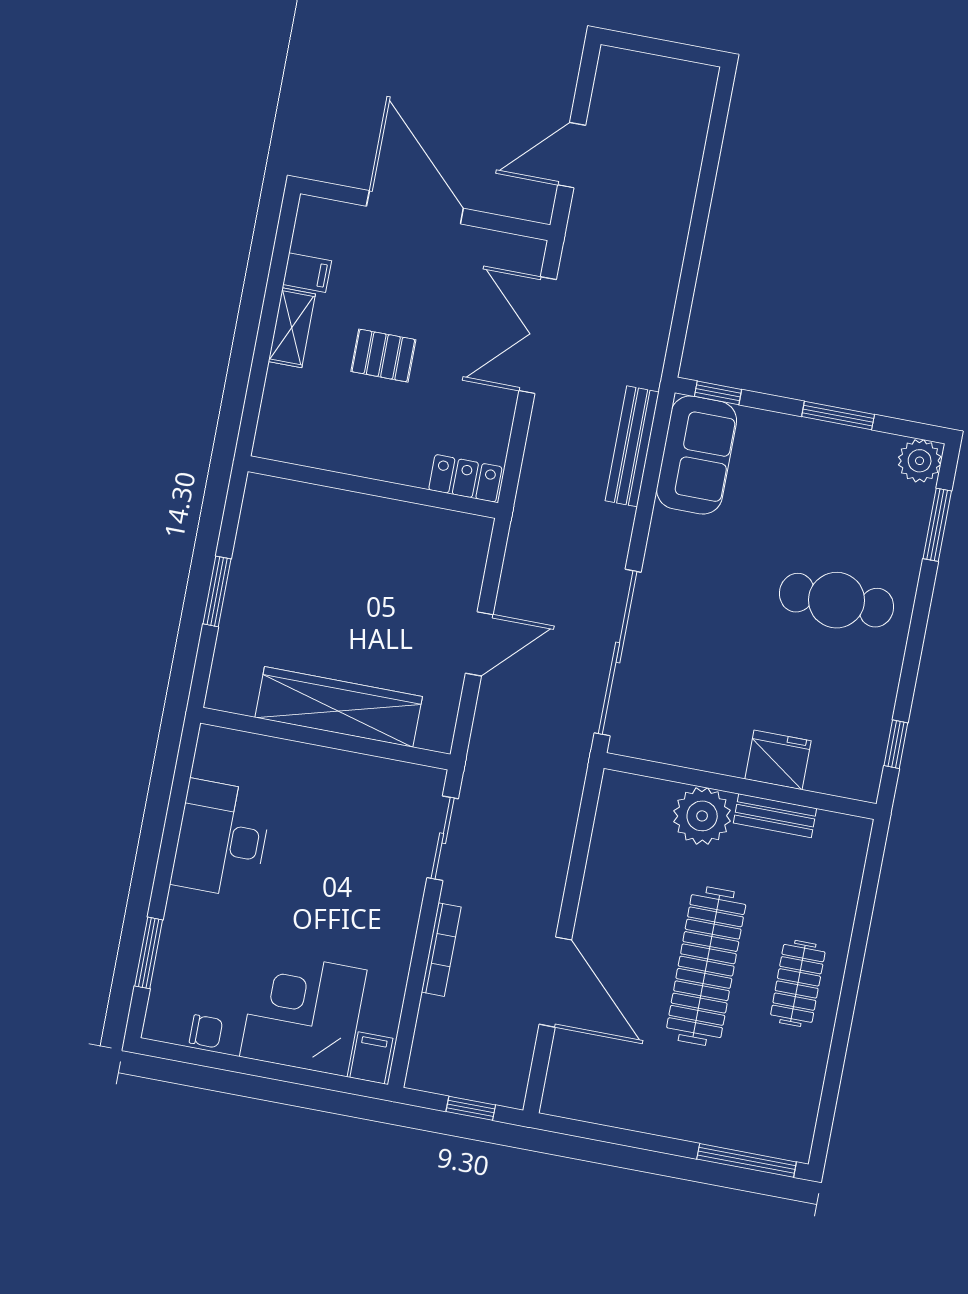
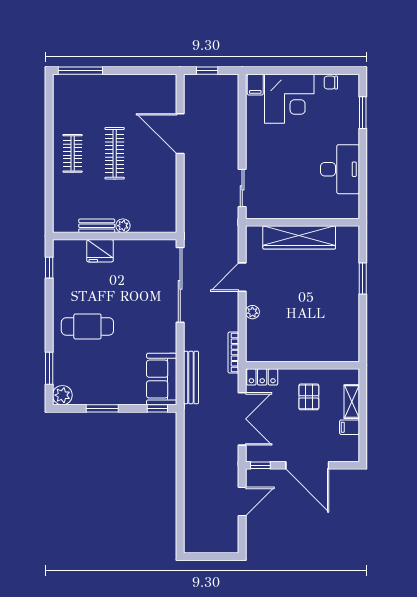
window: (517, 227) -> (260, 465), added
pallet: (383, 356) -> (309, 397), turned 90
locker: (465, 478) -> (262, 377), moved
wall: (373, 487) -> (302, 365), moved
plant: (471, 563) -> (252, 312), added
plant: (702, 816) -> (123, 226), width x0.53, depth x0.53
bookcase: (441, 950) -> (233, 353), moved
clothes rail: (706, 966) -> (115, 153), width x0.73, depth x0.76

